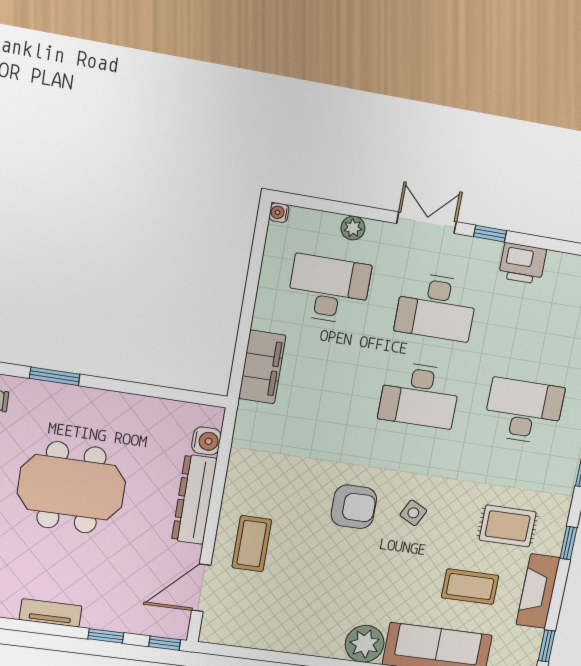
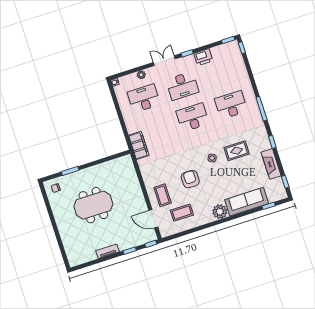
filing cabinet: (262, 367) -> (139, 145), moved
desk: (420, 395) -> (193, 117), turned 180
water cooler: (206, 441) -> (130, 168), removed
dresser: (194, 499) -> (136, 190), removed
armchair: (354, 507) -> (190, 179), moved, turned -90
rug: (508, 526) -> (237, 151), moved
coffee table: (470, 587) -> (182, 213), moved
door: (201, 588) -> (153, 219), hinge flipped

